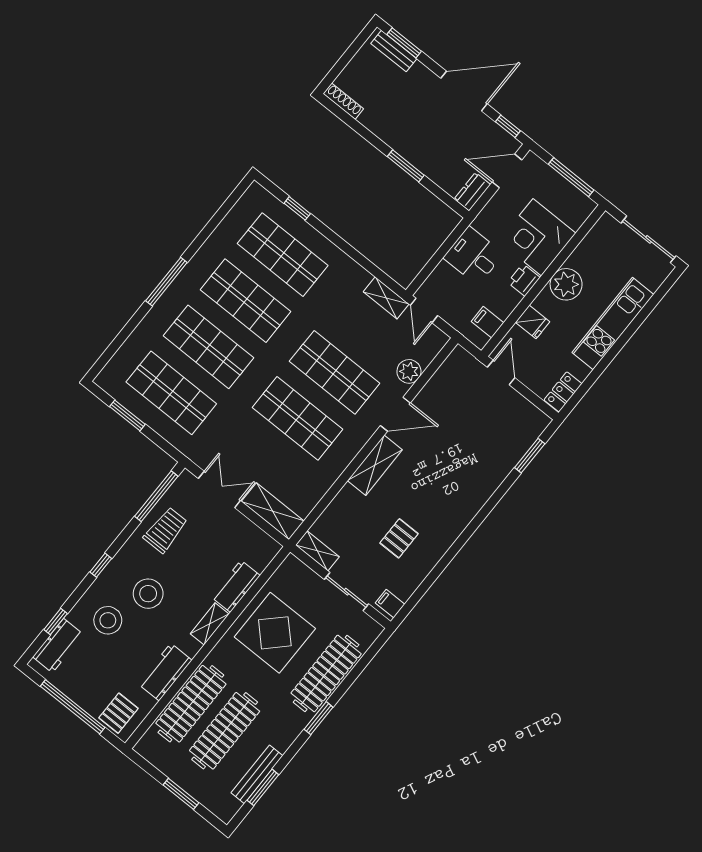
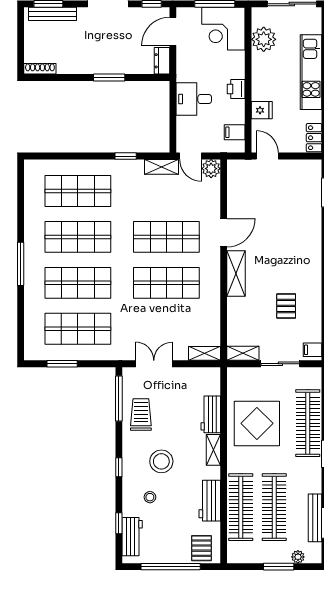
bench: (394, 51) -> (52, 14), width x1.36
window: (297, 208) -> (126, 156), moved
corner desk: (537, 237) -> (223, 29), moved
plant: (566, 284) -> (264, 39), moved
plant: (409, 371) -> (211, 169), moved
shelving: (273, 511) -> (204, 353), width x0.67, depth x0.75
stool: (108, 620) -> (150, 497), width x0.53, depth x0.53
plant: (208, 800) -> (298, 557), added

